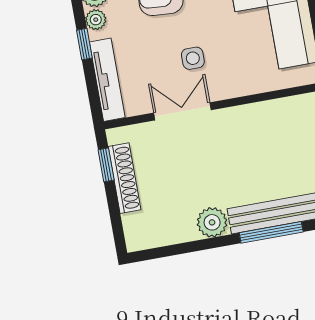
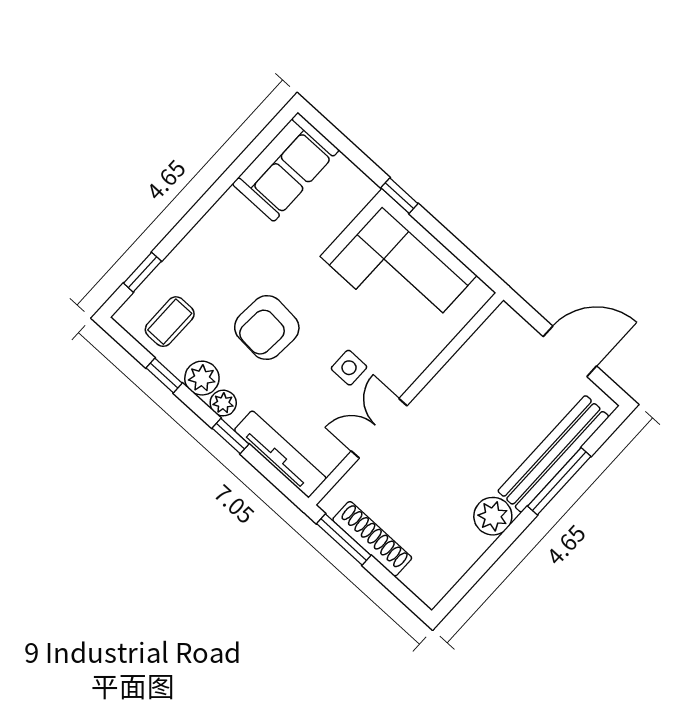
window: (106, 165) -> (344, 540), width x1.50

